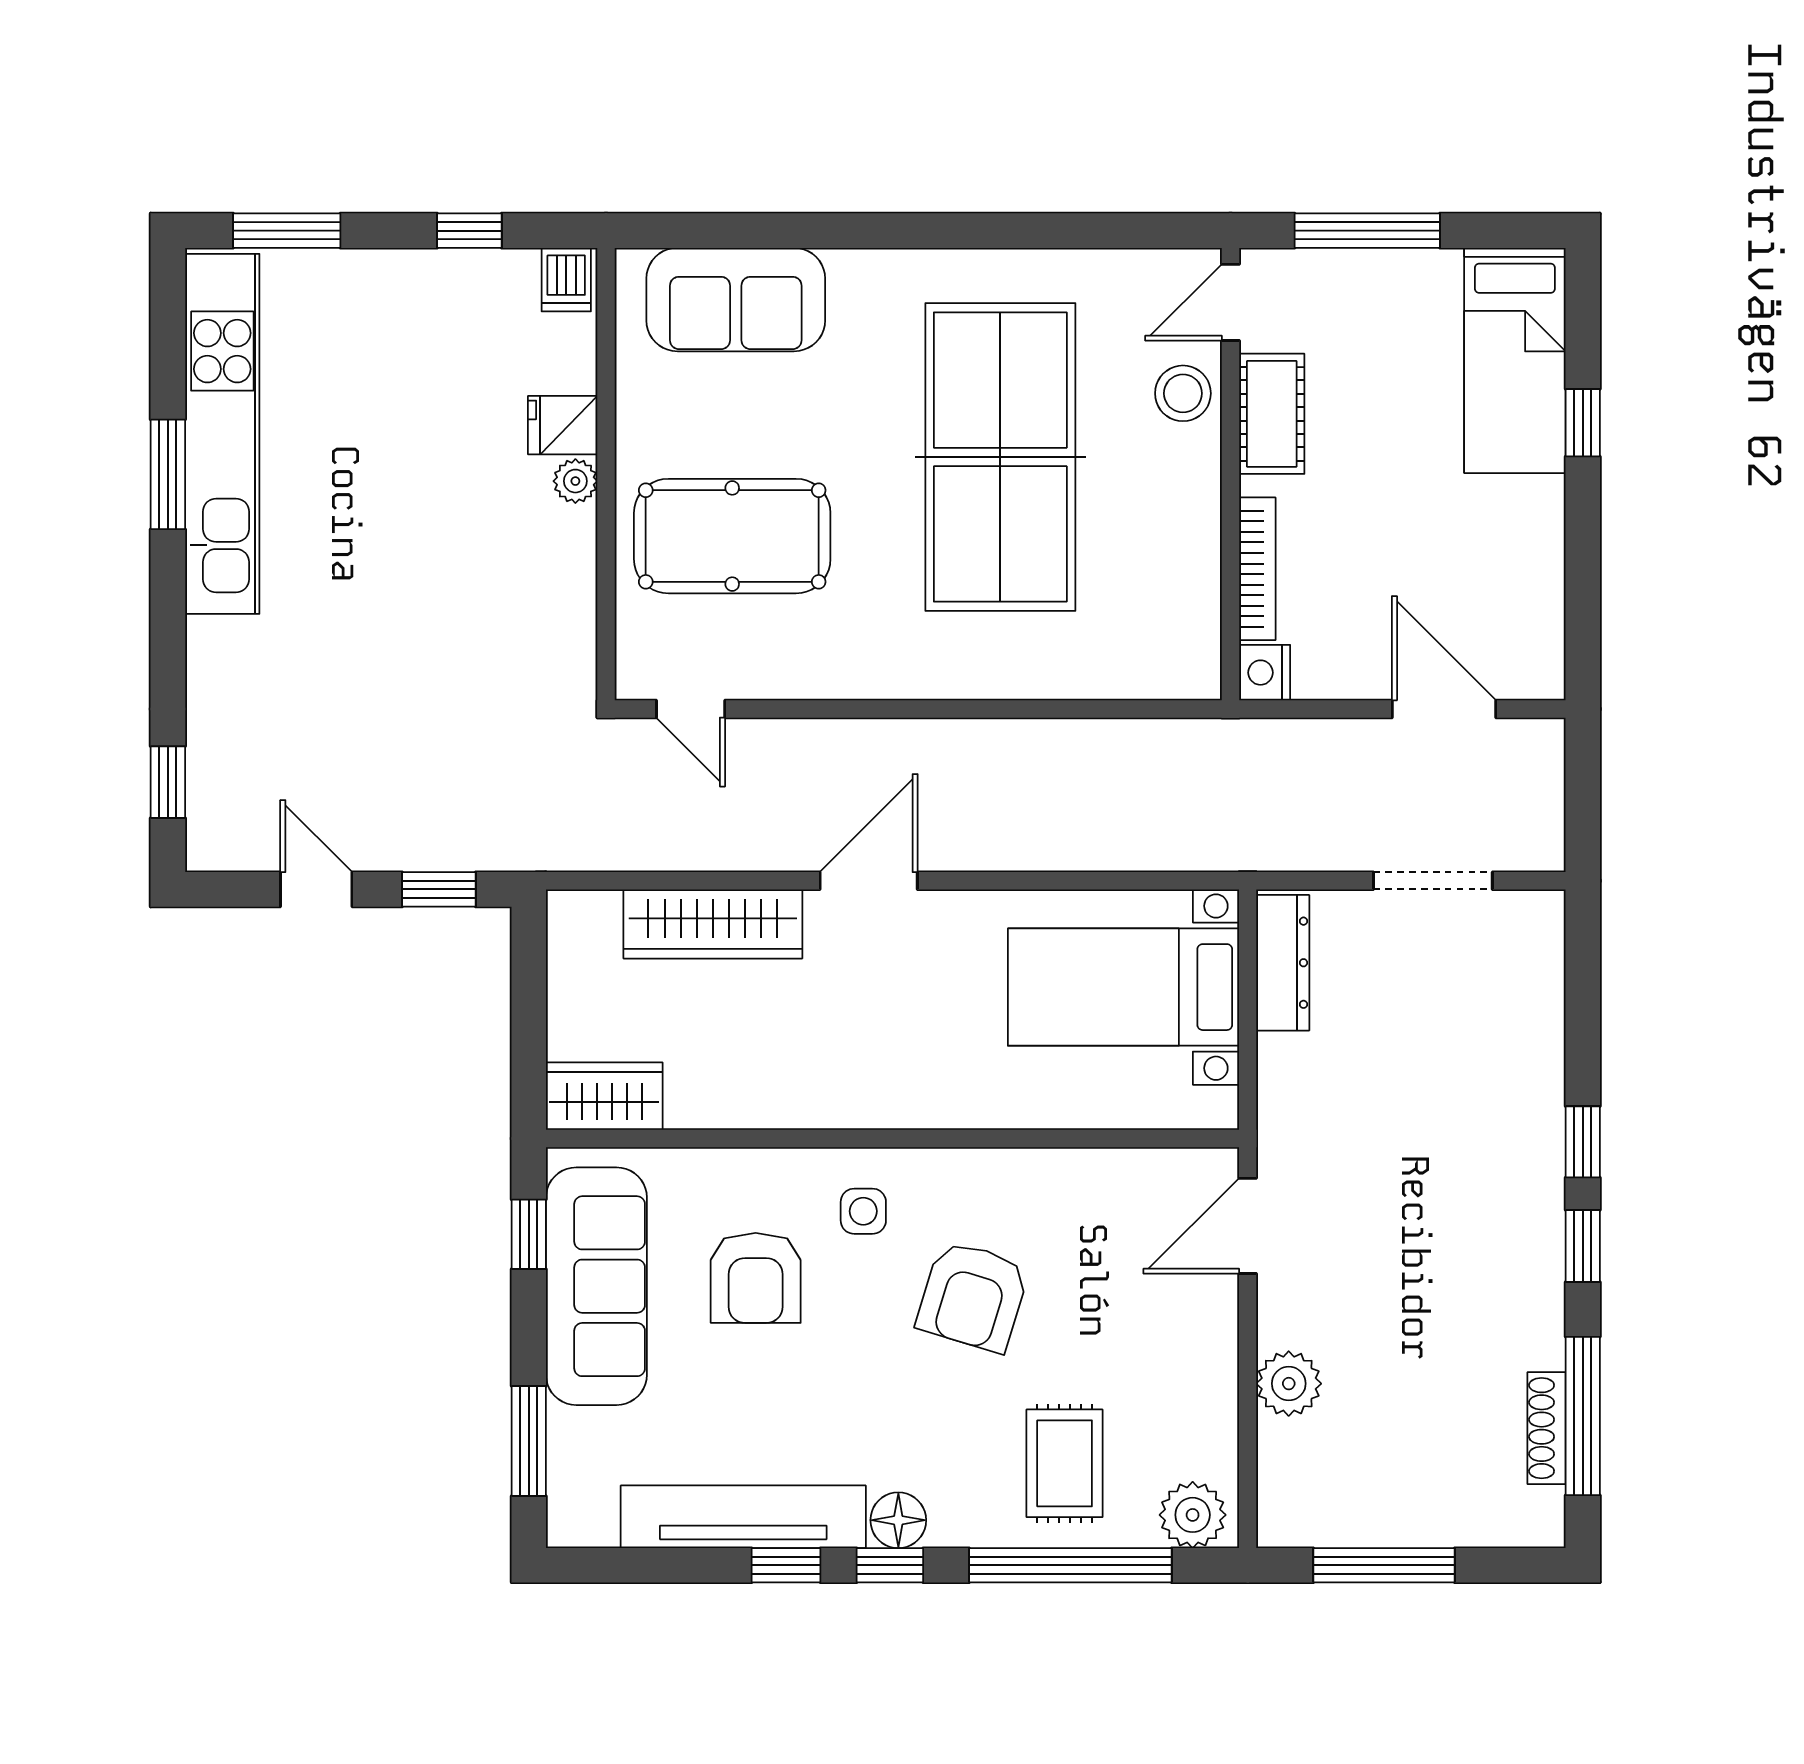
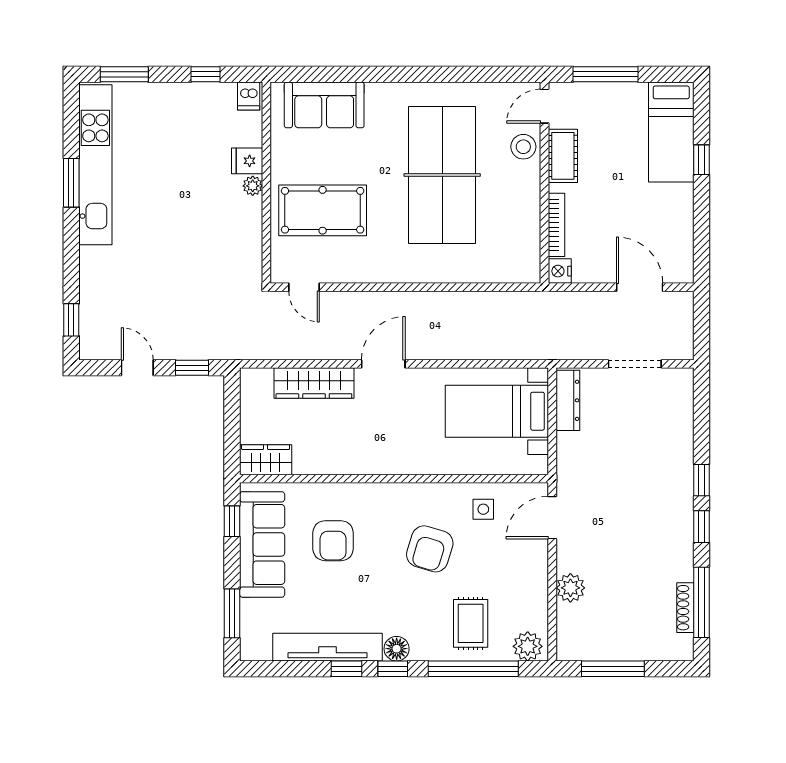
side table: (863, 1211) -> (483, 509), moved

